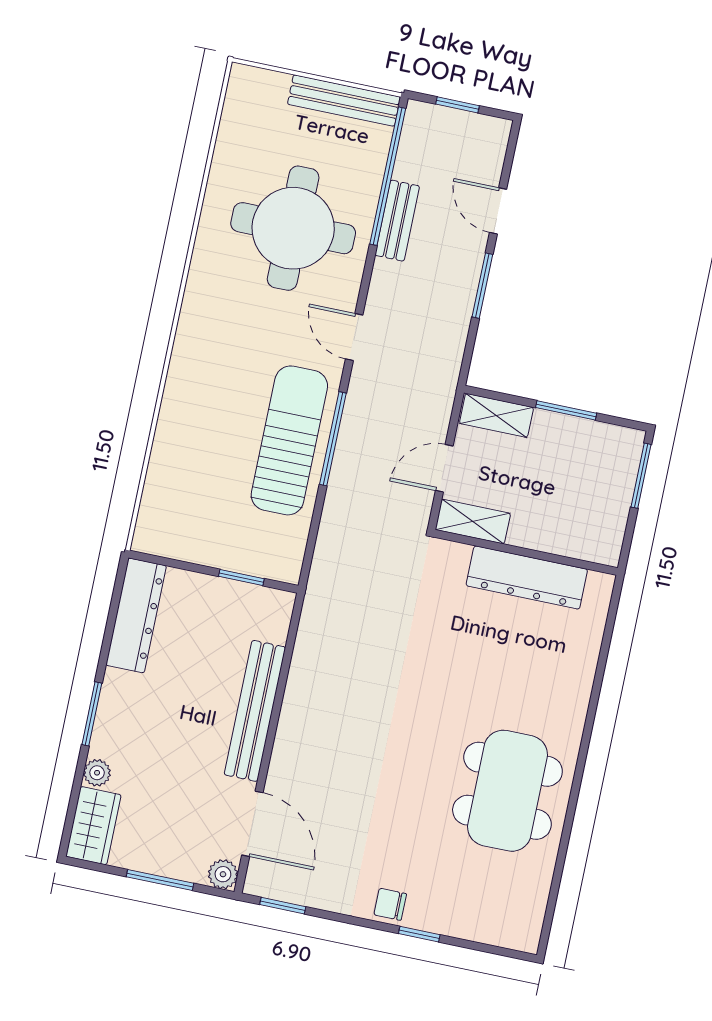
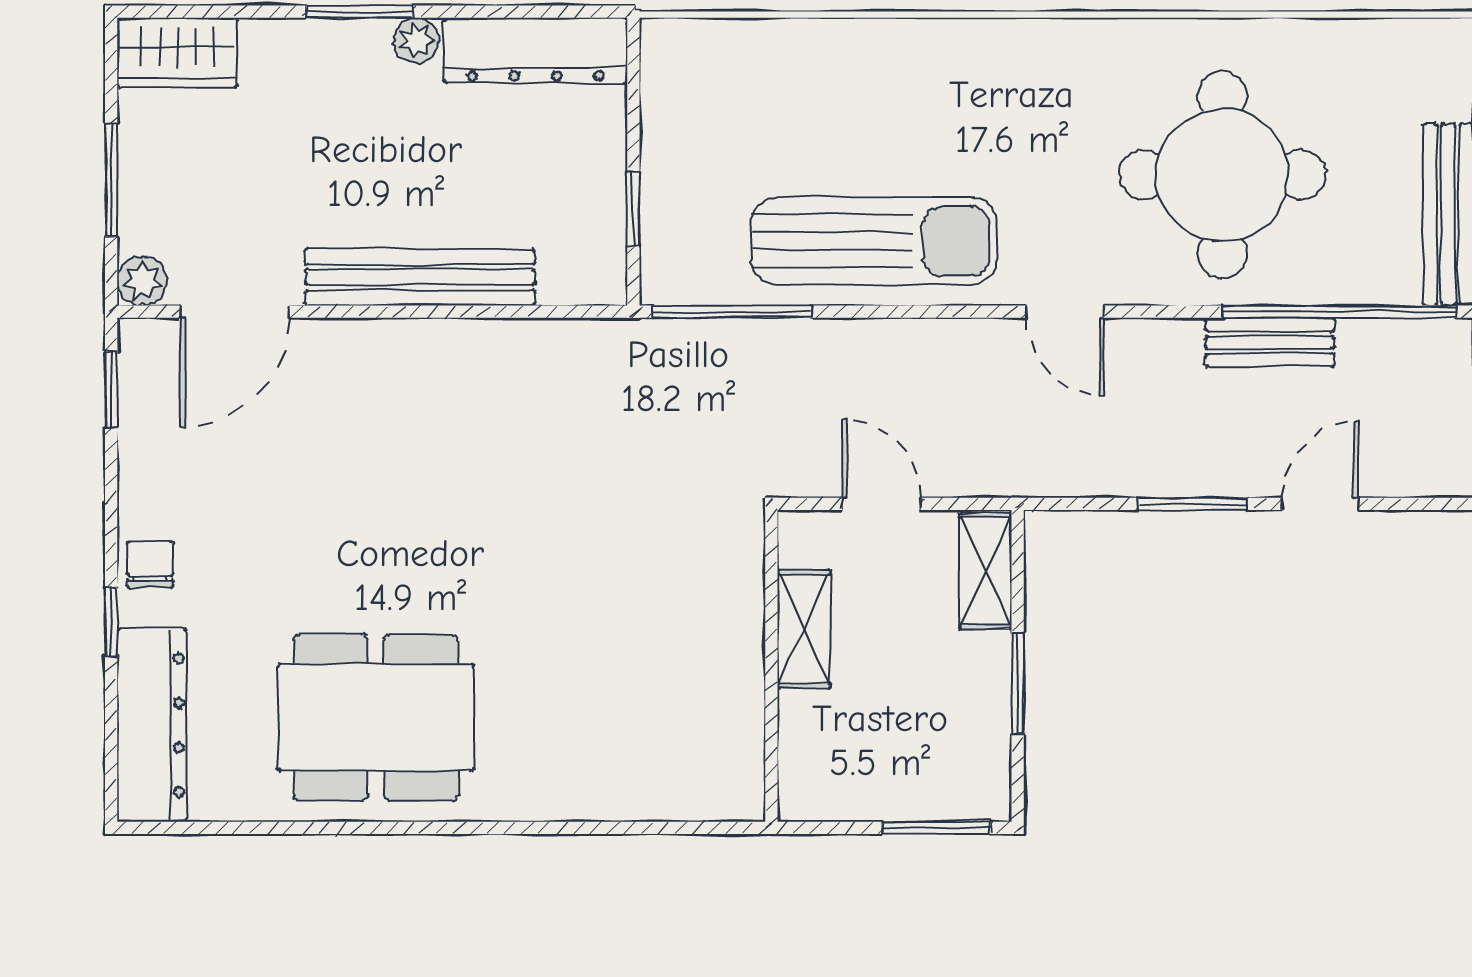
door: (354, 337) -> (1065, 312), swing flipped
window: (333, 439) -> (732, 312), moved
shelving: (473, 522) -> (804, 629), moved
dresser: (527, 577) -> (152, 725), moved, turned 180
plant: (97, 773) -> (416, 40), moved

